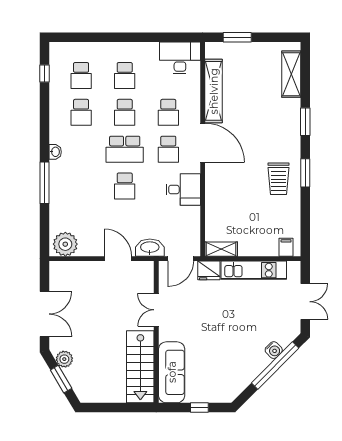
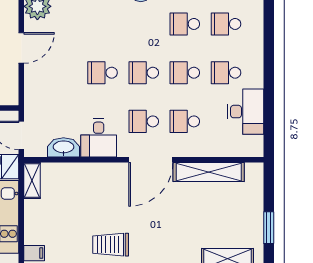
window: (237, 37) -> (269, 228), moved
desk: (180, 58) -> (246, 112), moved
school desk: (125, 149) -> (144, 73), width x0.54
washbasin: (150, 248) -> (64, 147), moved, turned -90
door: (118, 259) -> (21, 48), moved

